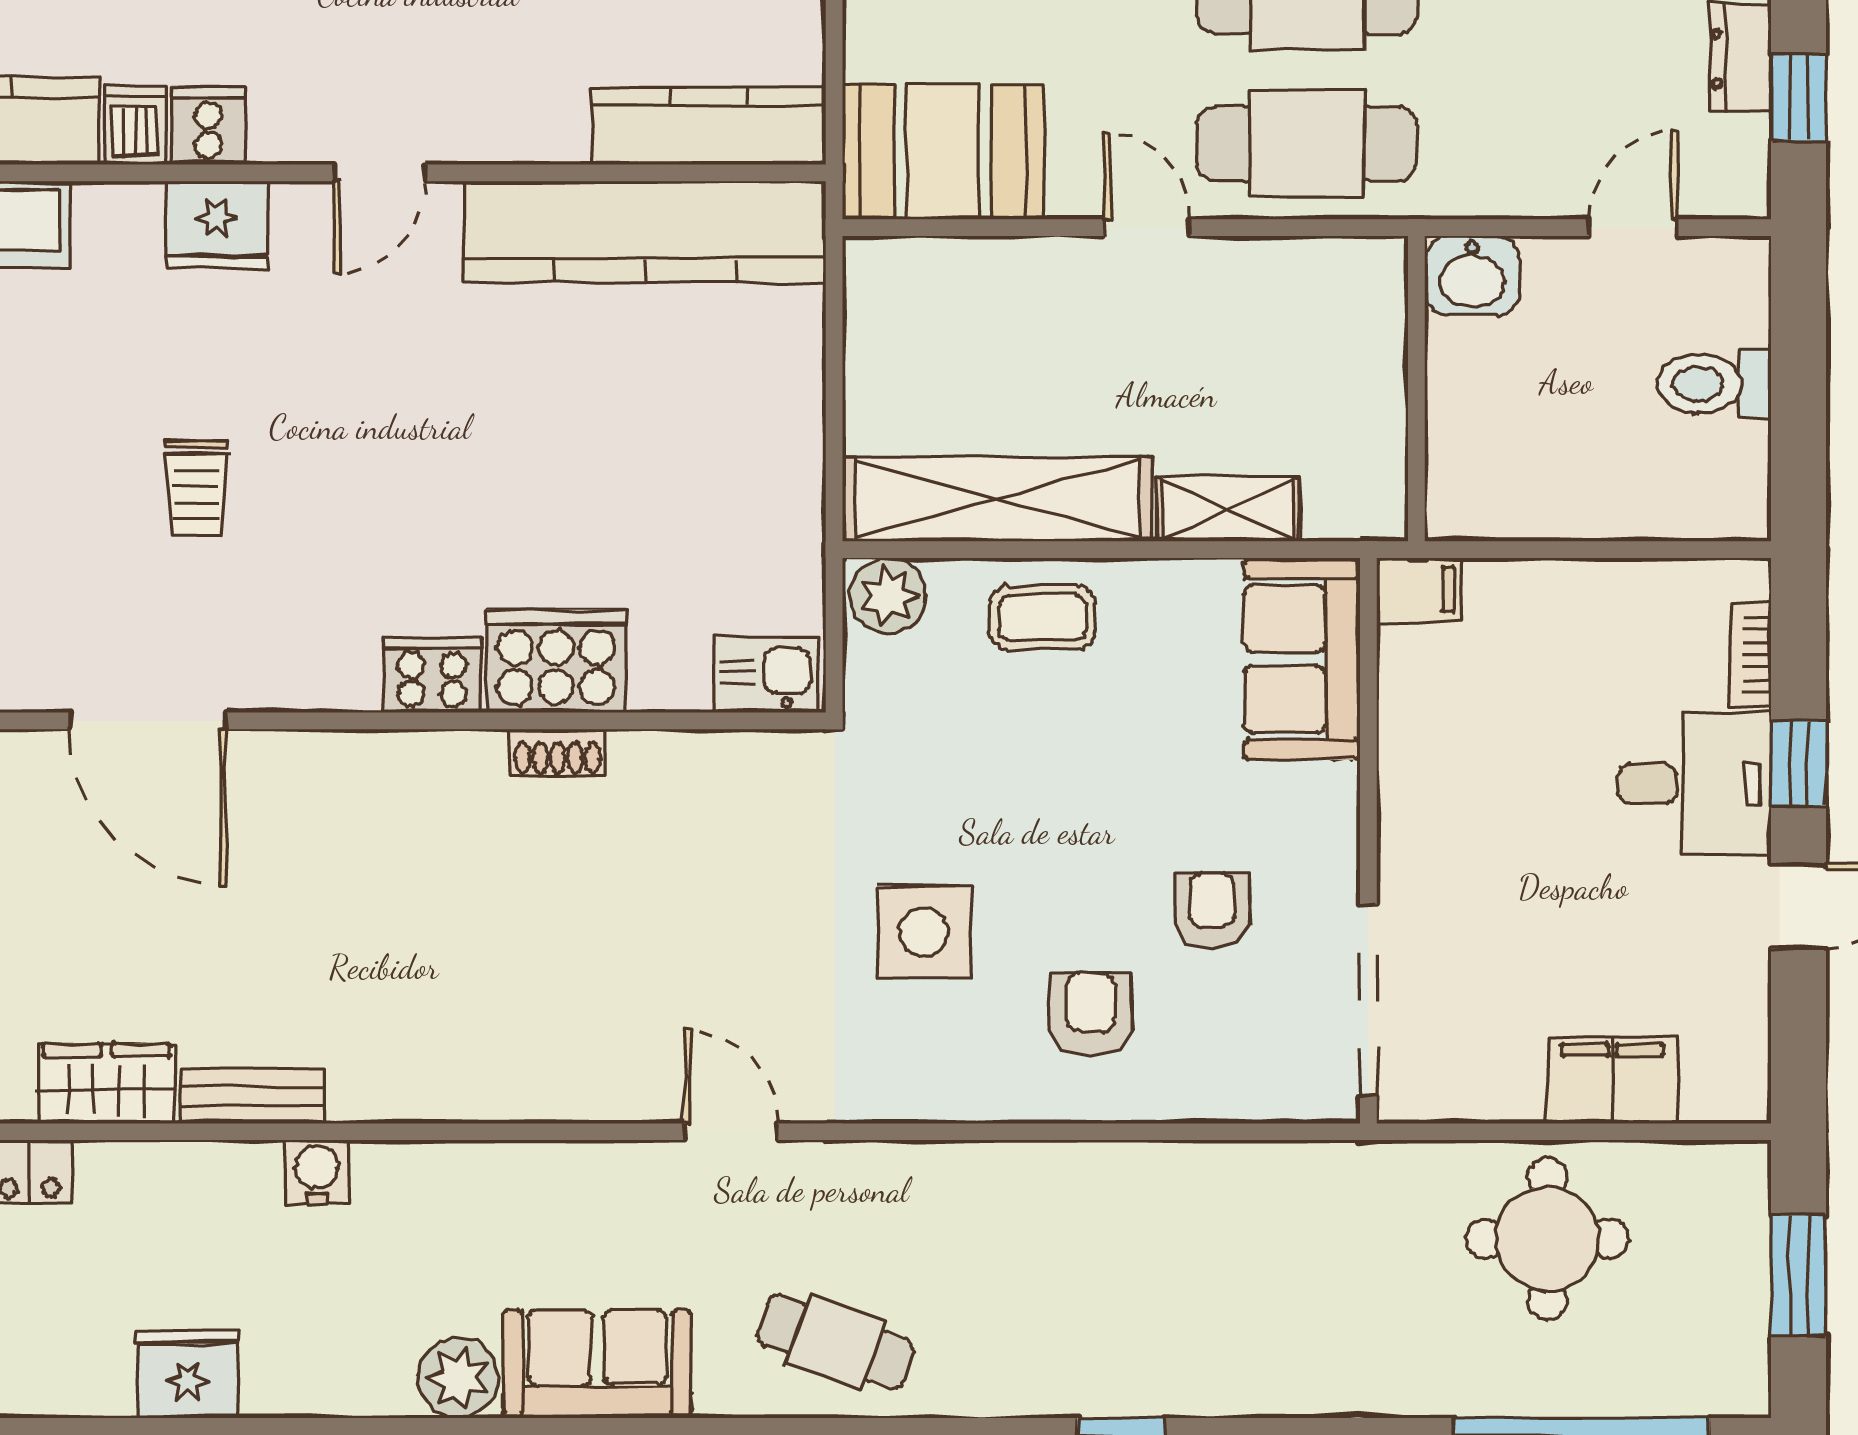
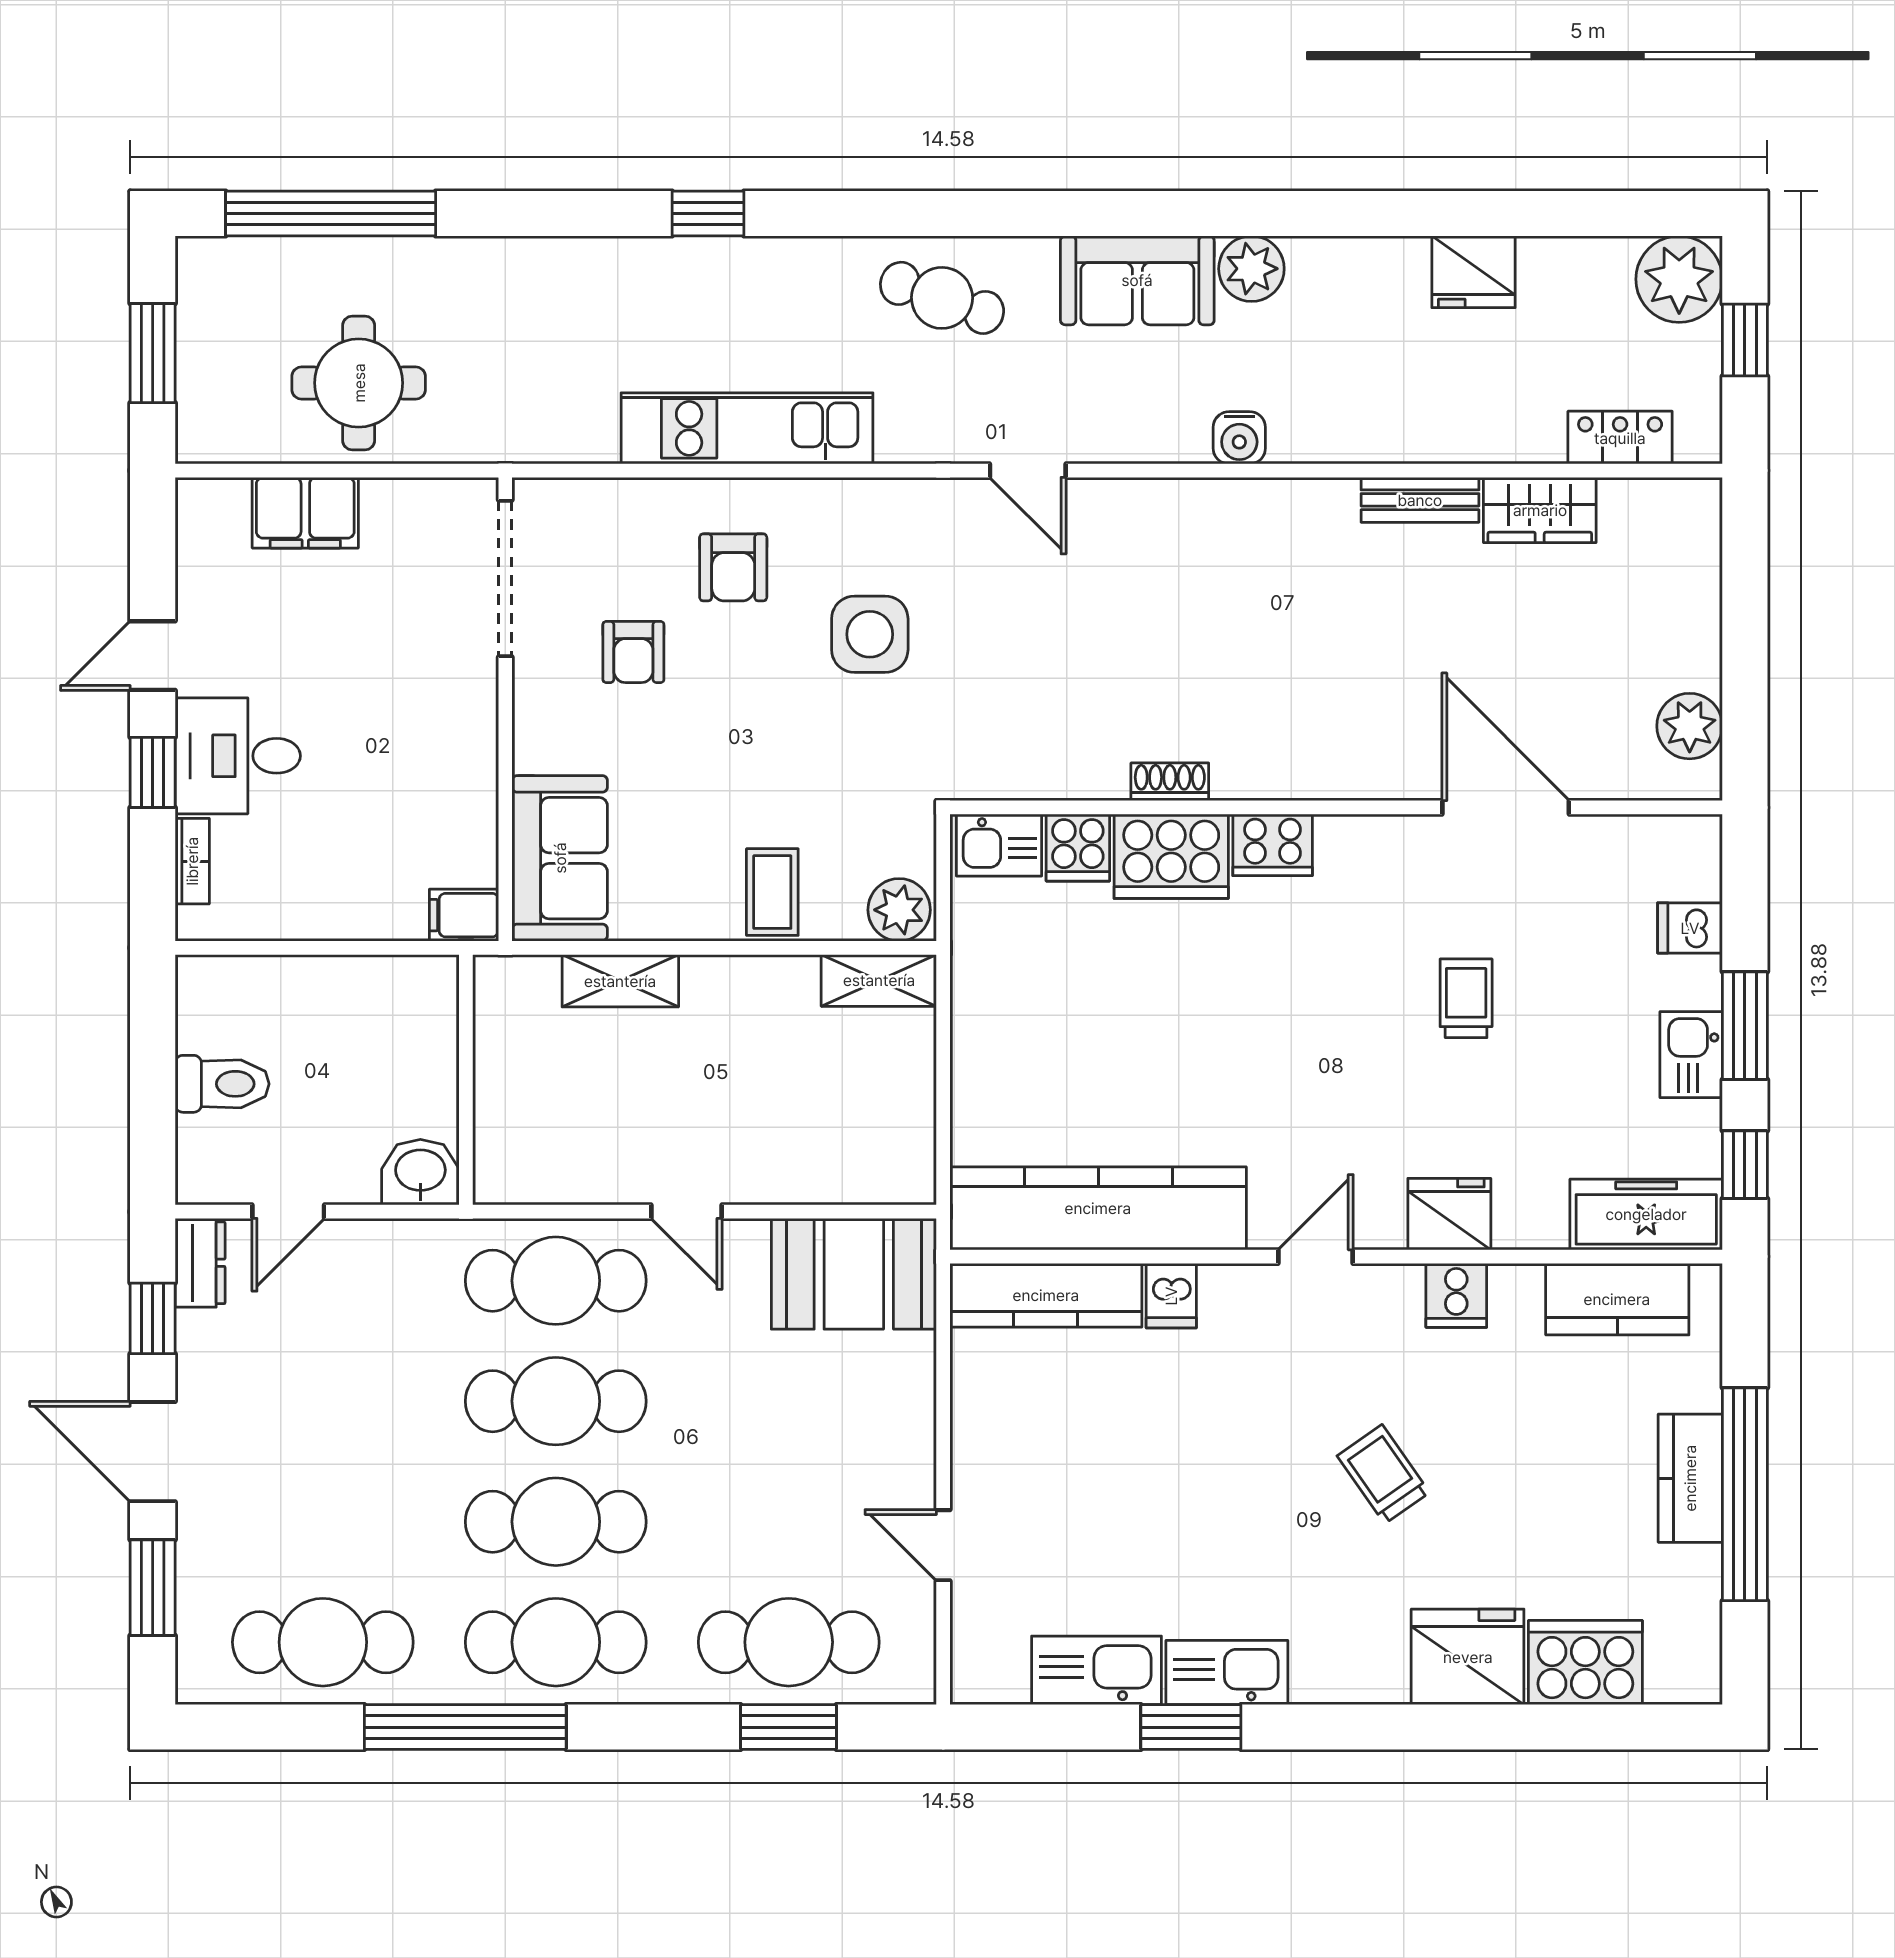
dresser: (1741, 59) -> (200, 1263), moved
dishwasher: (135, 125) -> (1171, 1296), moved
shelving: (997, 499) -> (879, 980), width x0.45, depth x0.75
coffee table: (1043, 618) -> (772, 892), turned 90
cooker: (670, 672) -> (1078, 848), added
water cooler: (317, 1172) -> (1239, 438), moved
kitchen unit: (1073, 1183) -> (747, 428), added

